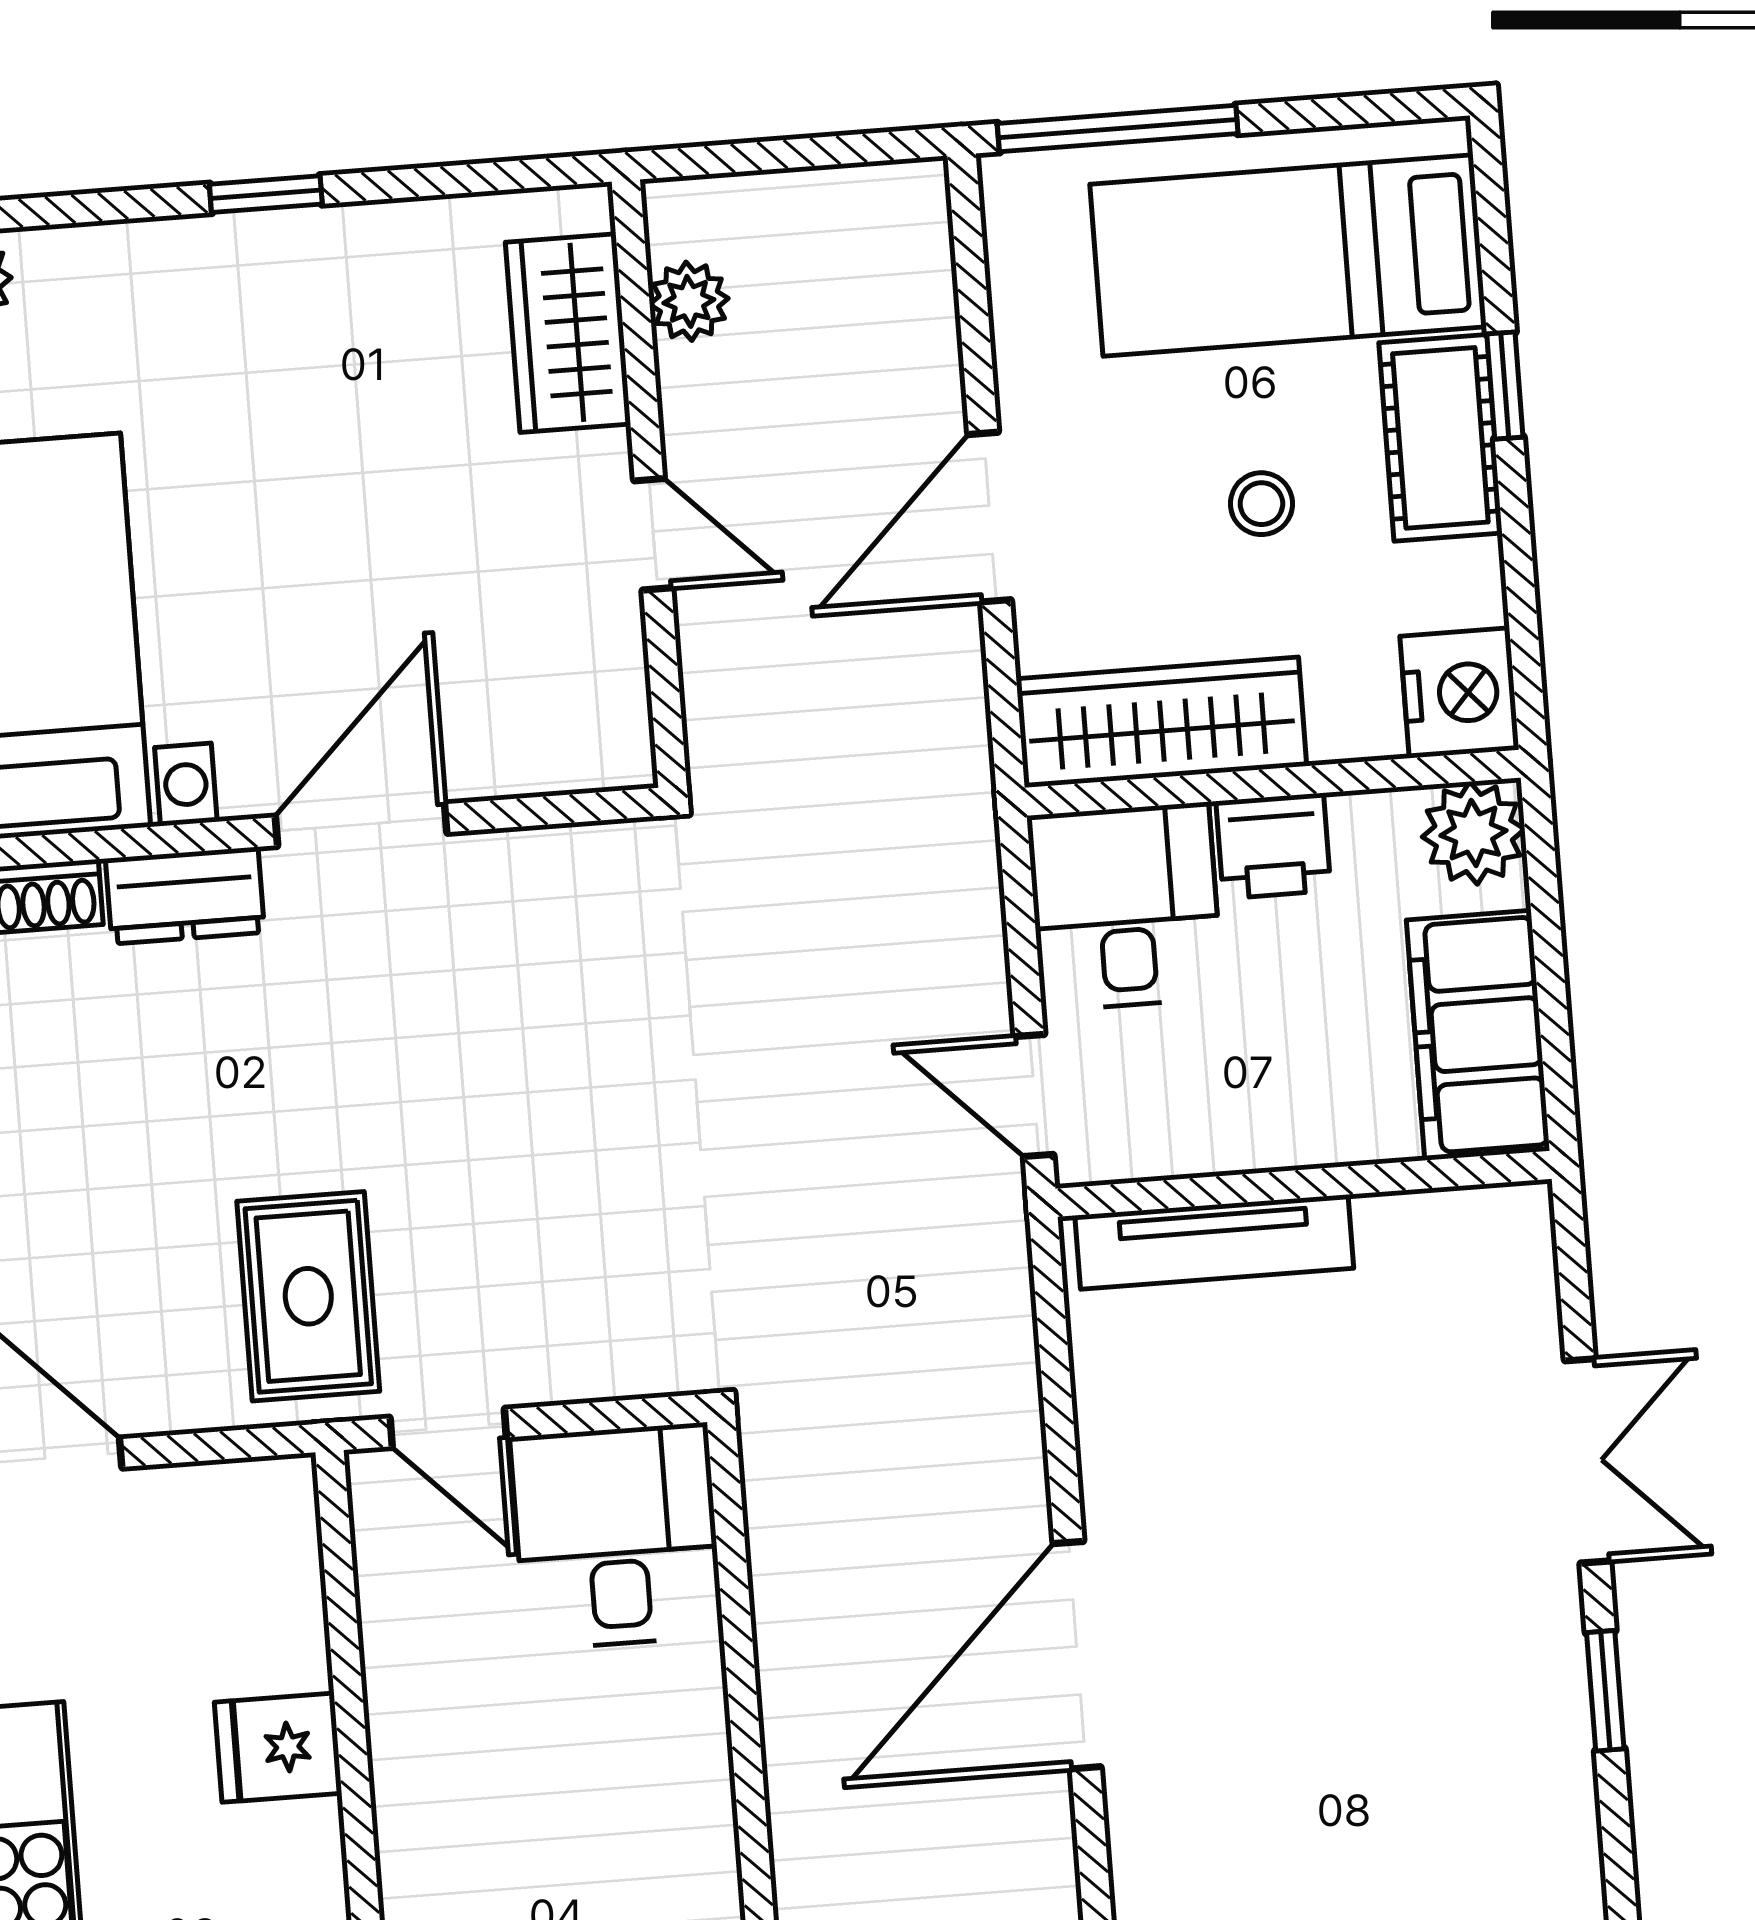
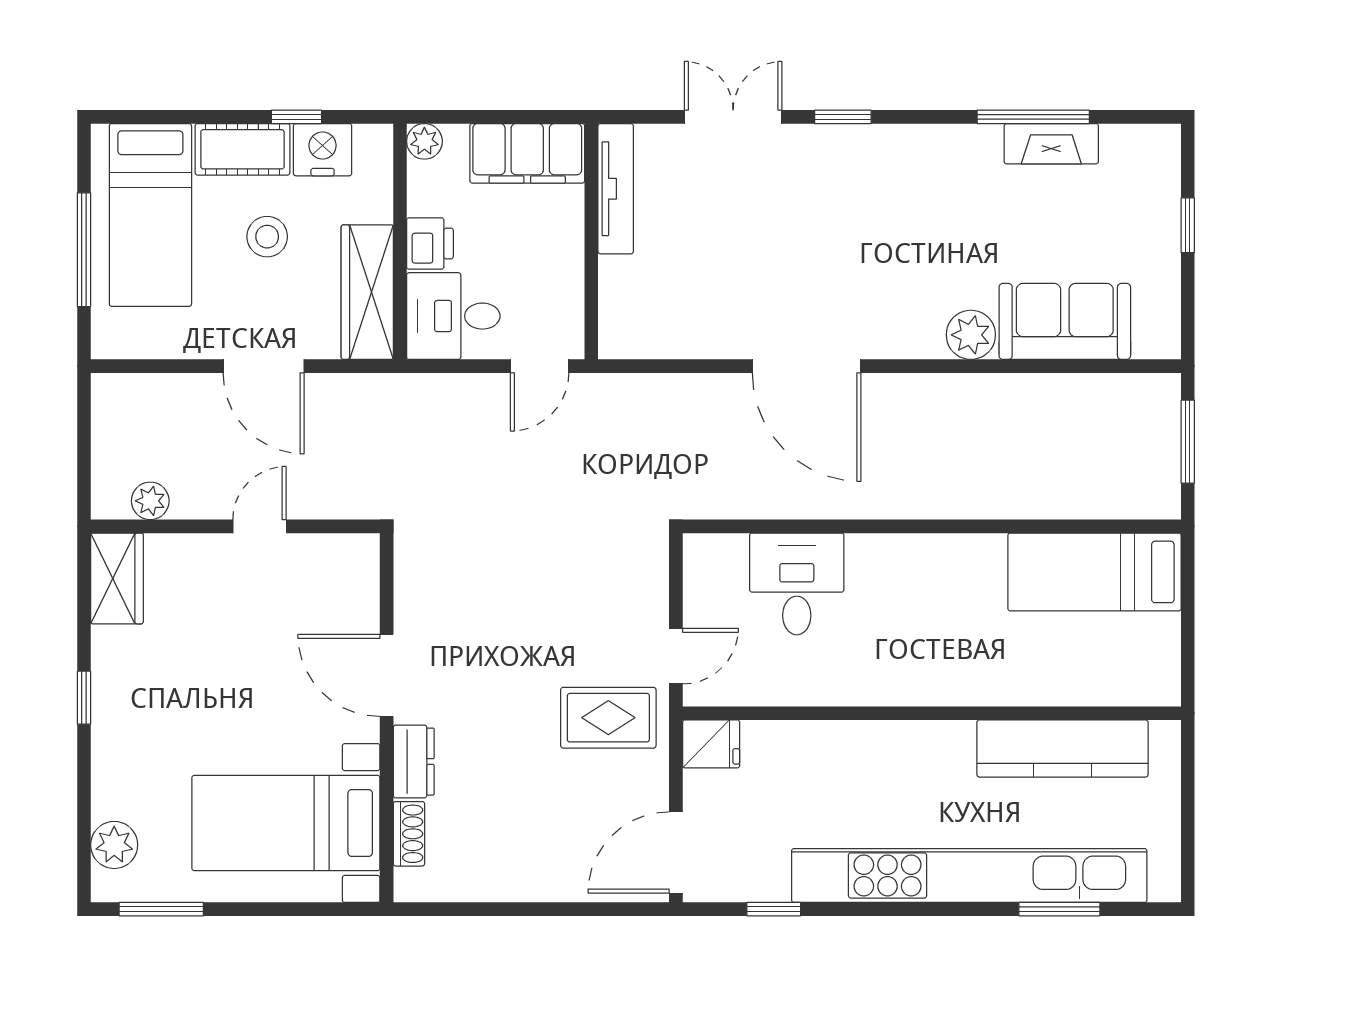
window: (1118, 129) -> (84, 250), moved
wardrobe: (568, 333) -> (117, 578), moved, turned -90
window: (1505, 386) -> (296, 117), moved
stool: (1261, 504) -> (267, 237), width x1.37, depth x1.37
nightstand: (1459, 693) -> (323, 150), moved
plant: (1474, 833) -> (424, 141), width x0.73, depth x0.73
tv unit: (1214, 1242) -> (616, 189), moved
desk: (617, 1536) -> (797, 584), moved, turned 90
fridge: (278, 1748) -> (711, 744), moved, turned -90

